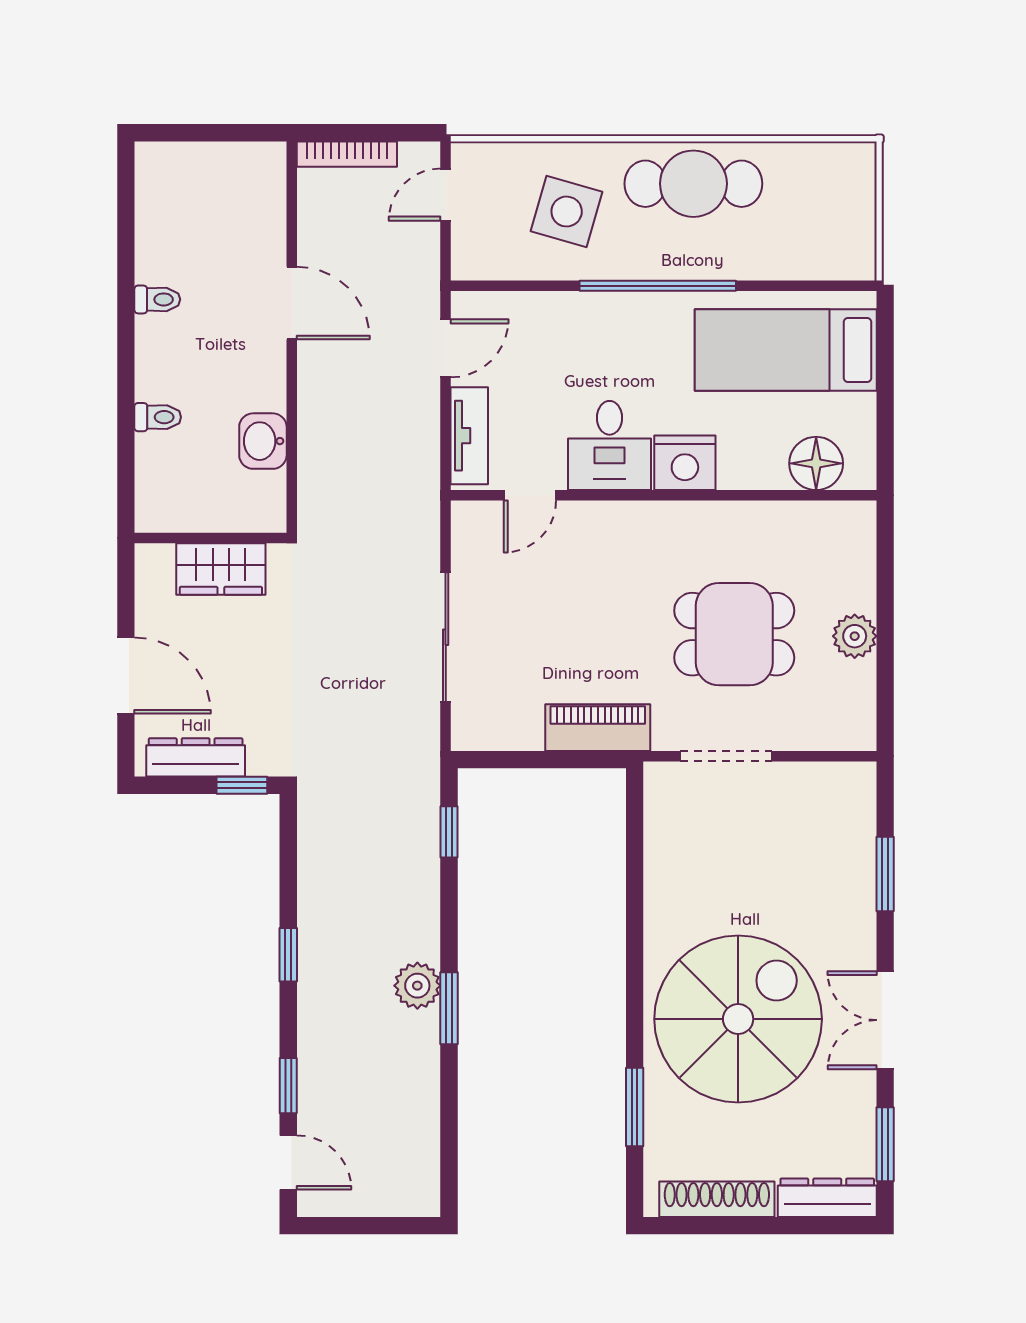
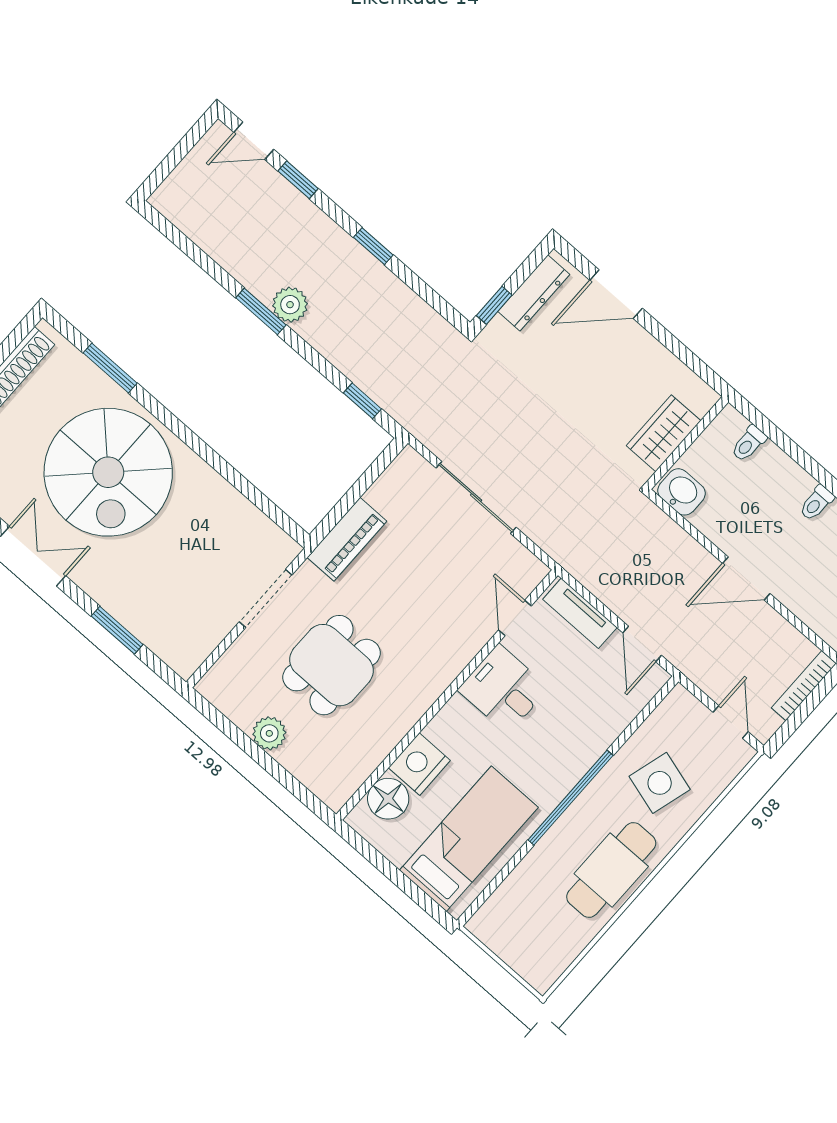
nightstand: (685, 463) -> (419, 764), moved
wall: (210, 538) -> (687, 443), moved
wardrobe: (221, 569) -> (664, 433), moved

